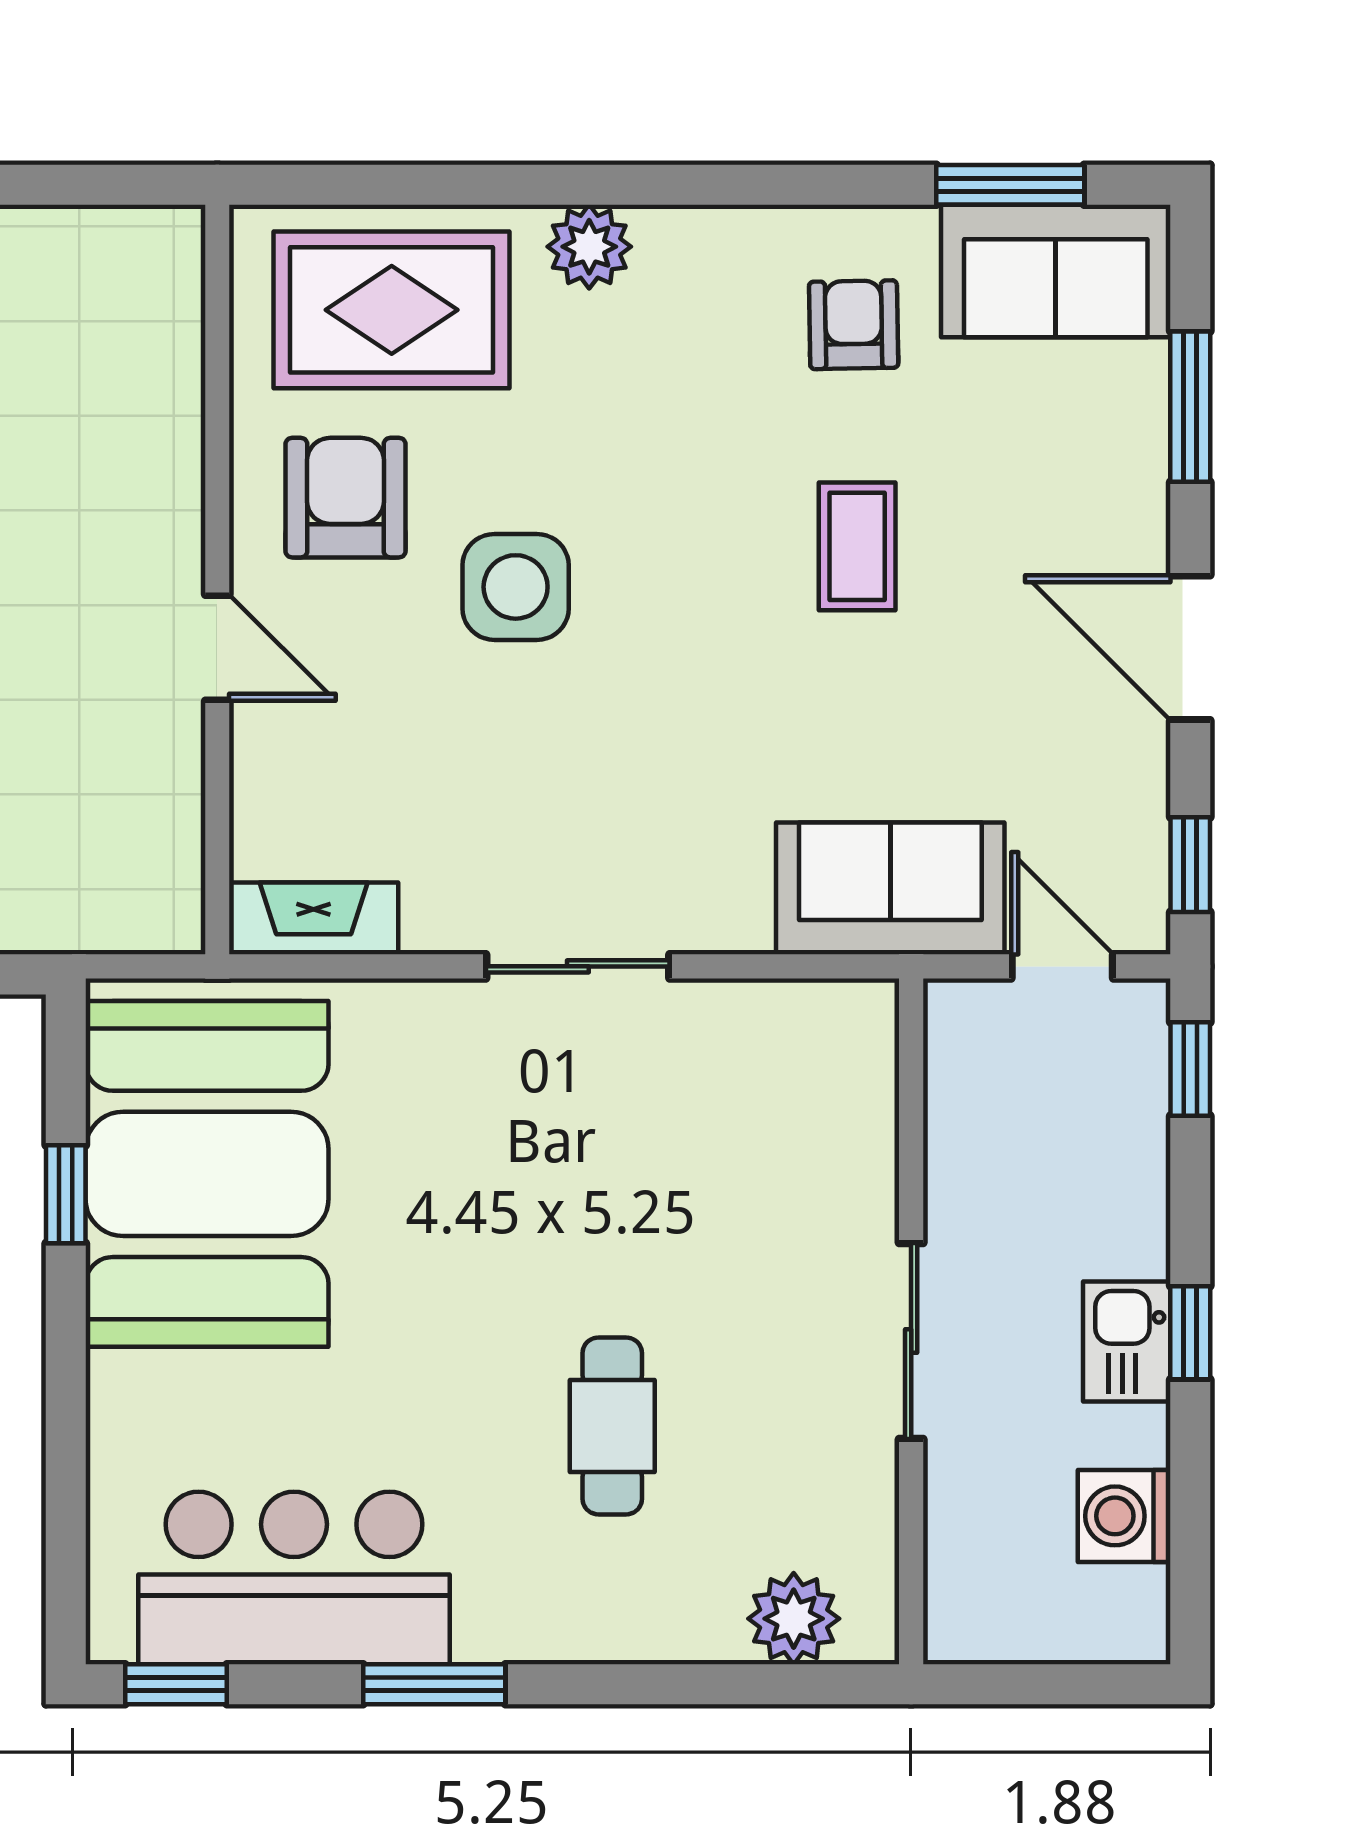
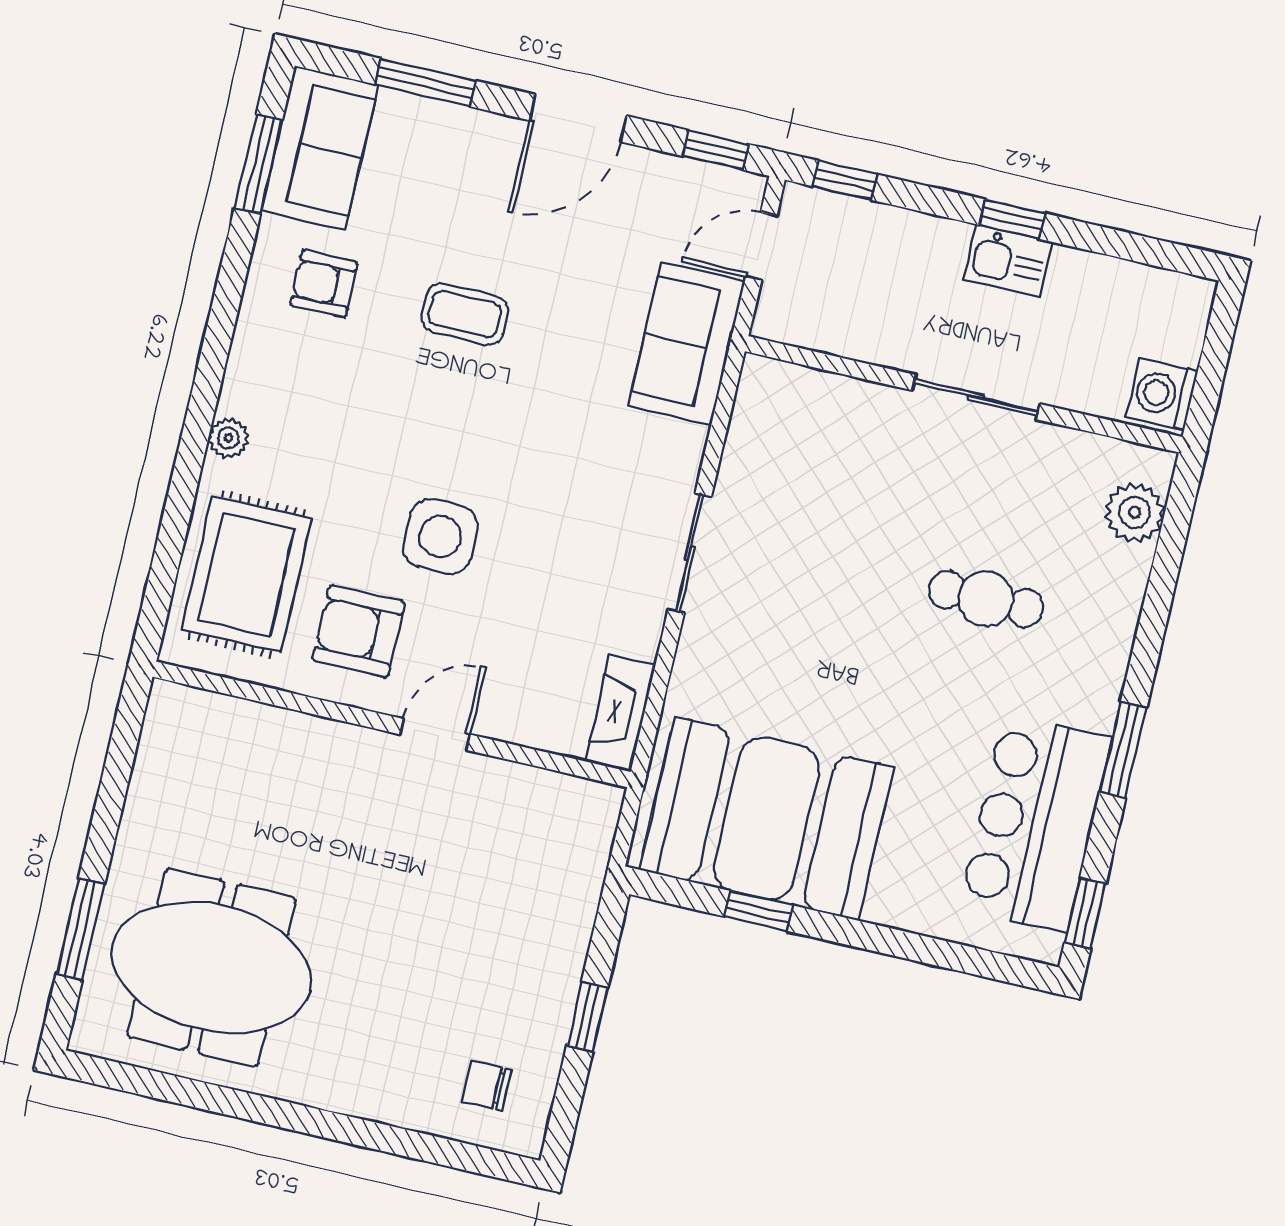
plant: (589, 247) -> (228, 438), width x0.73, depth x0.73
washing machine: (1124, 1516) -> (1162, 394), moved, turned 90

